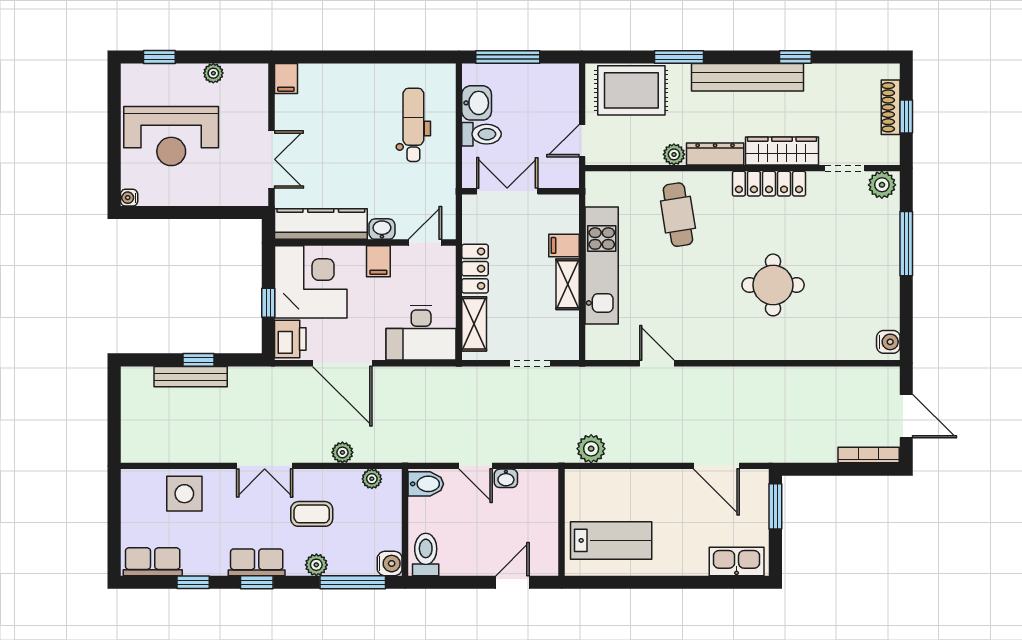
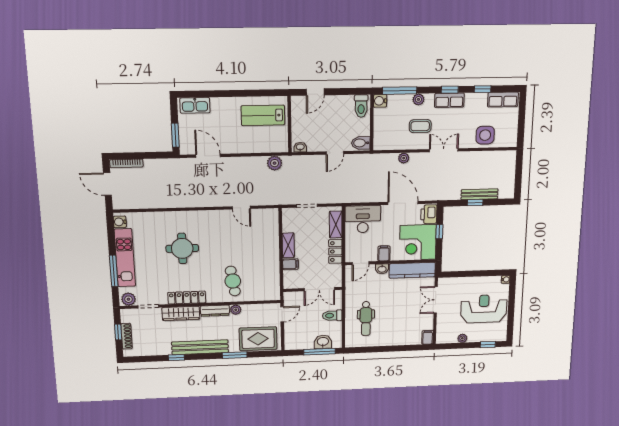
washbasin: (477, 103) -> (323, 342), moved, turned 90
kitchen unit: (602, 265) -> (125, 258), moved, turned 180
door: (476, 466) -> (335, 153), swing flipped
washbasin: (506, 478) -> (300, 147), moved
plant: (372, 479) -> (389, 145), removed

